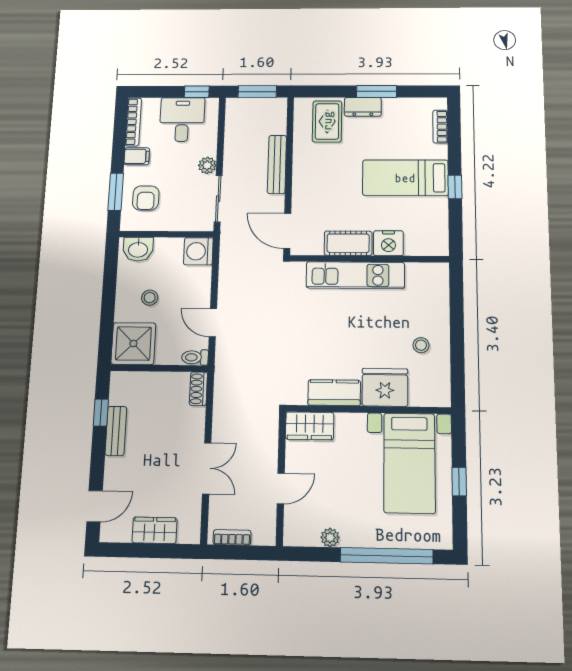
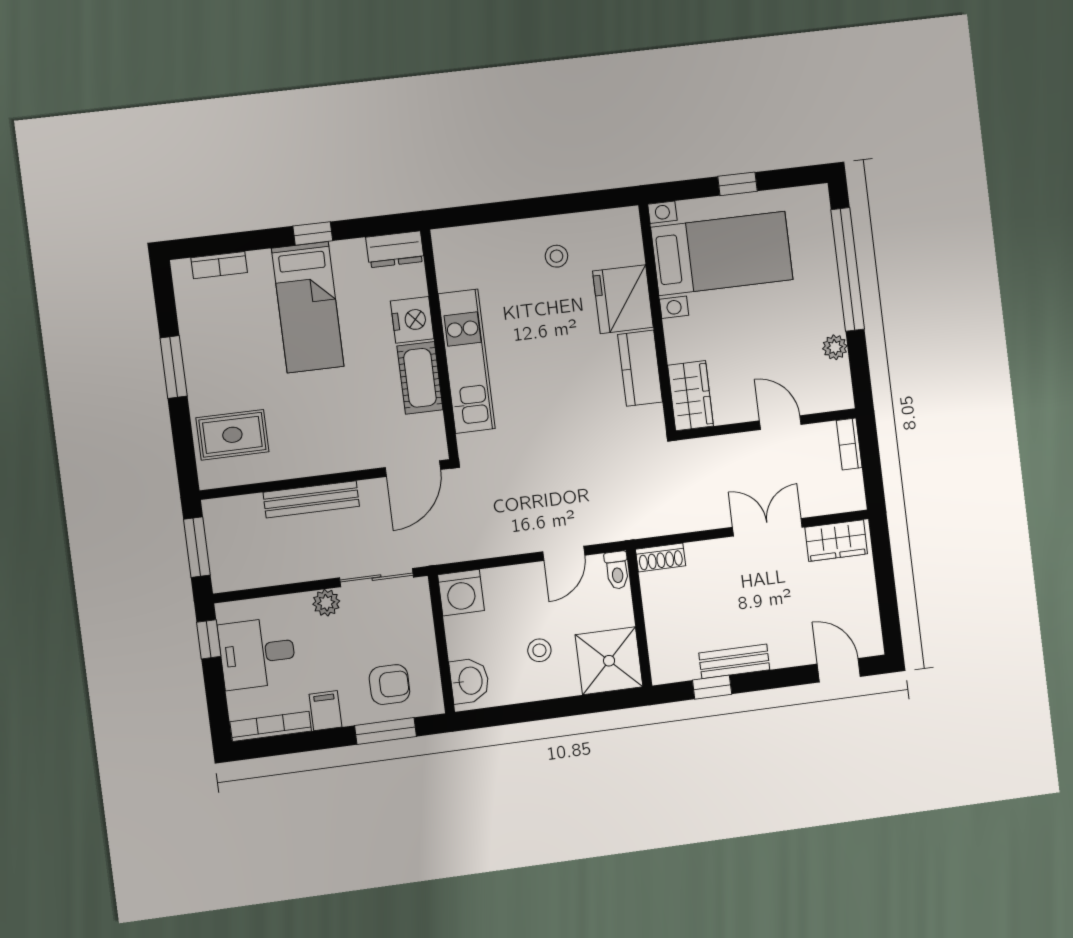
dresser: (363, 107) -> (395, 249), moved, turned 90
wardrobe: (155, 530) -> (836, 541), moved, turned -90
bookcase: (232, 537) -> (849, 444), moved

